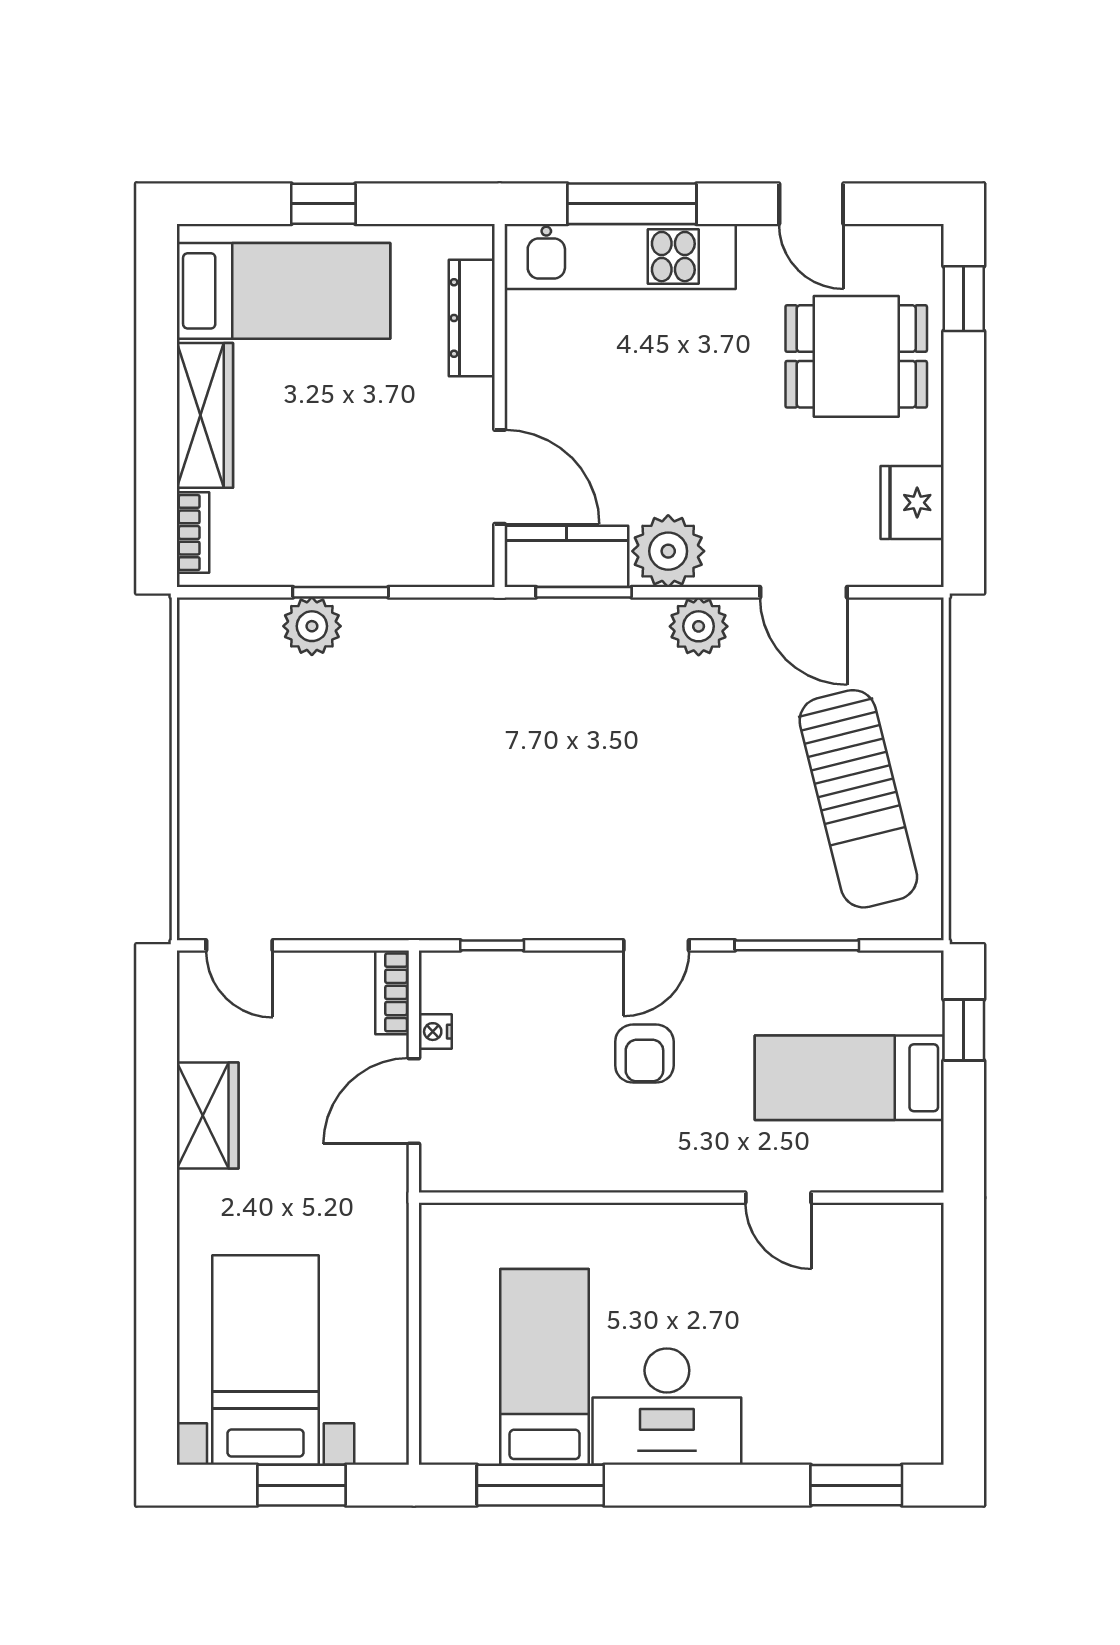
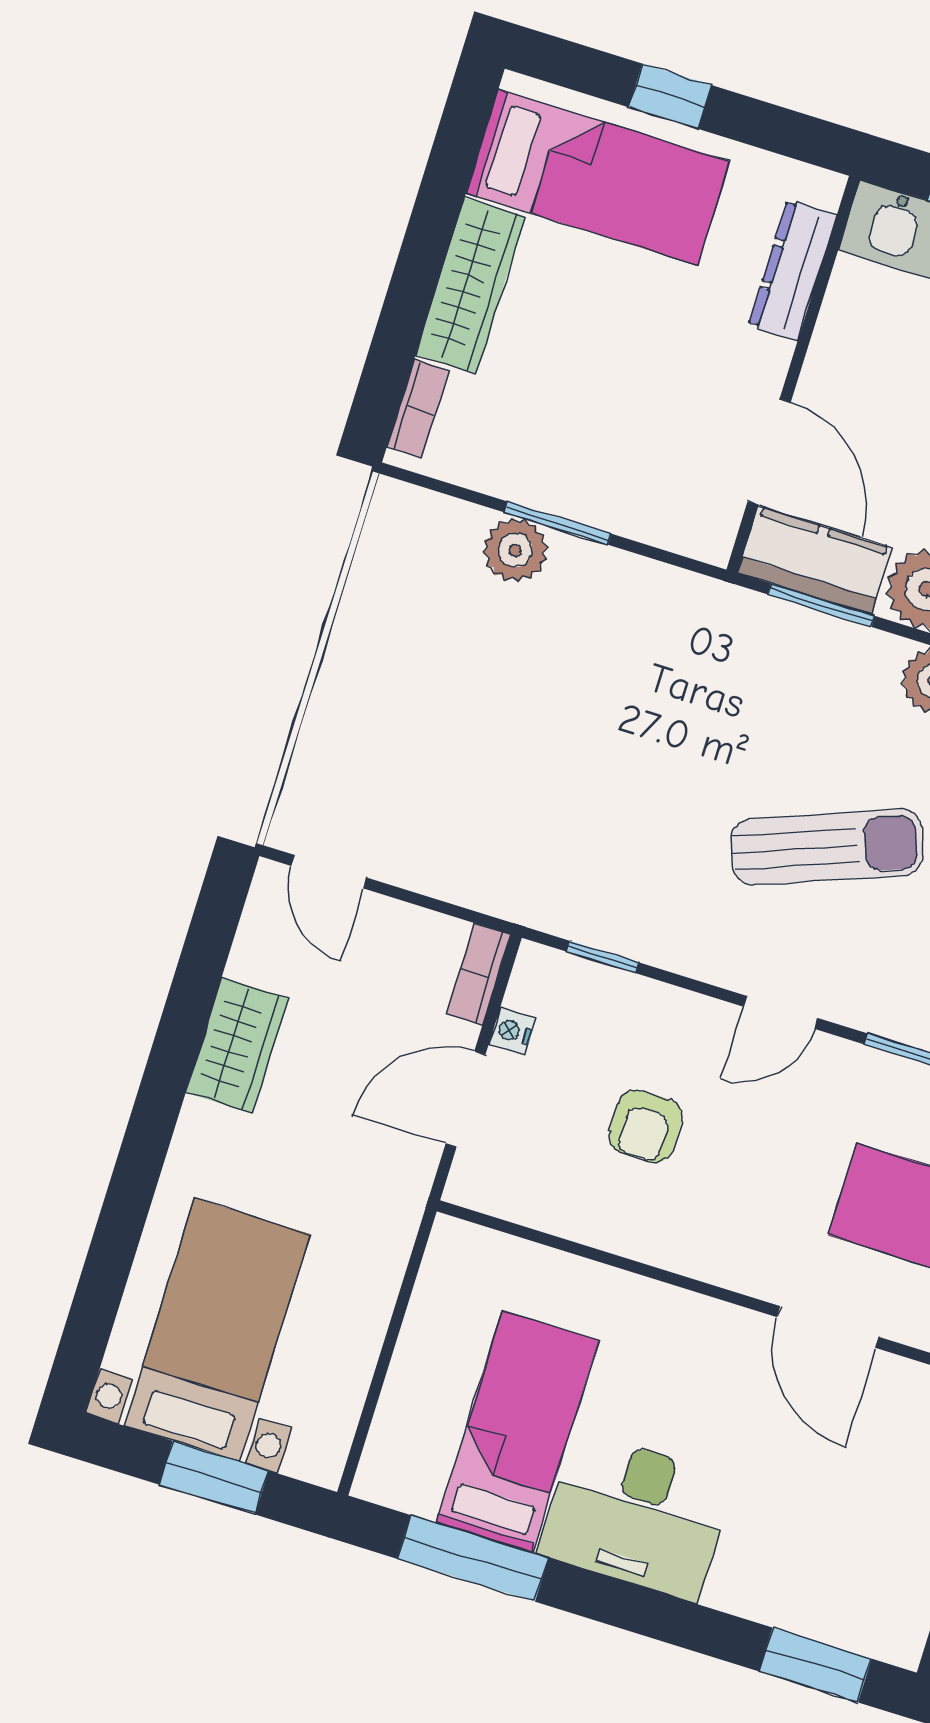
sun lounger: (652, 794) -> (827, 847), added
armchair: (644, 1054) -> (645, 1126), moved
door: (778, 1198) -> (828, 1327), width x1.38

